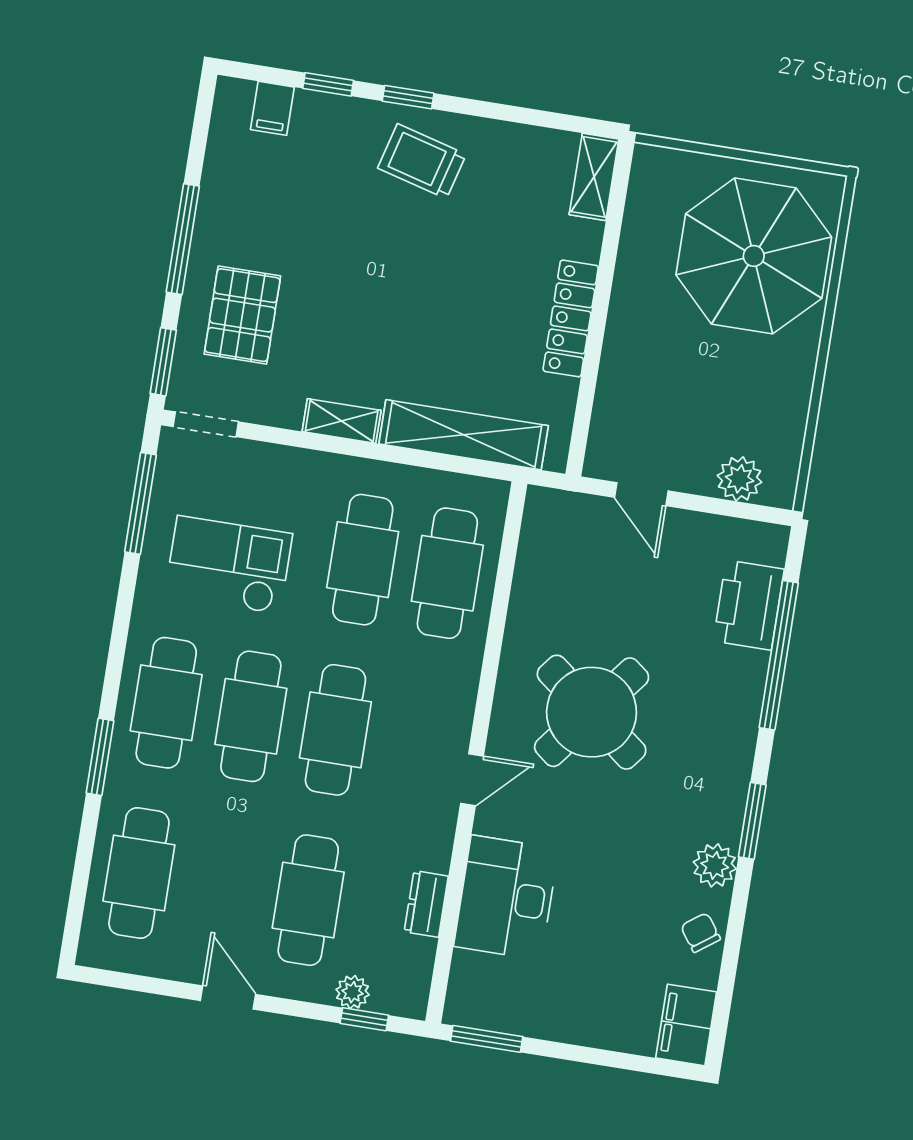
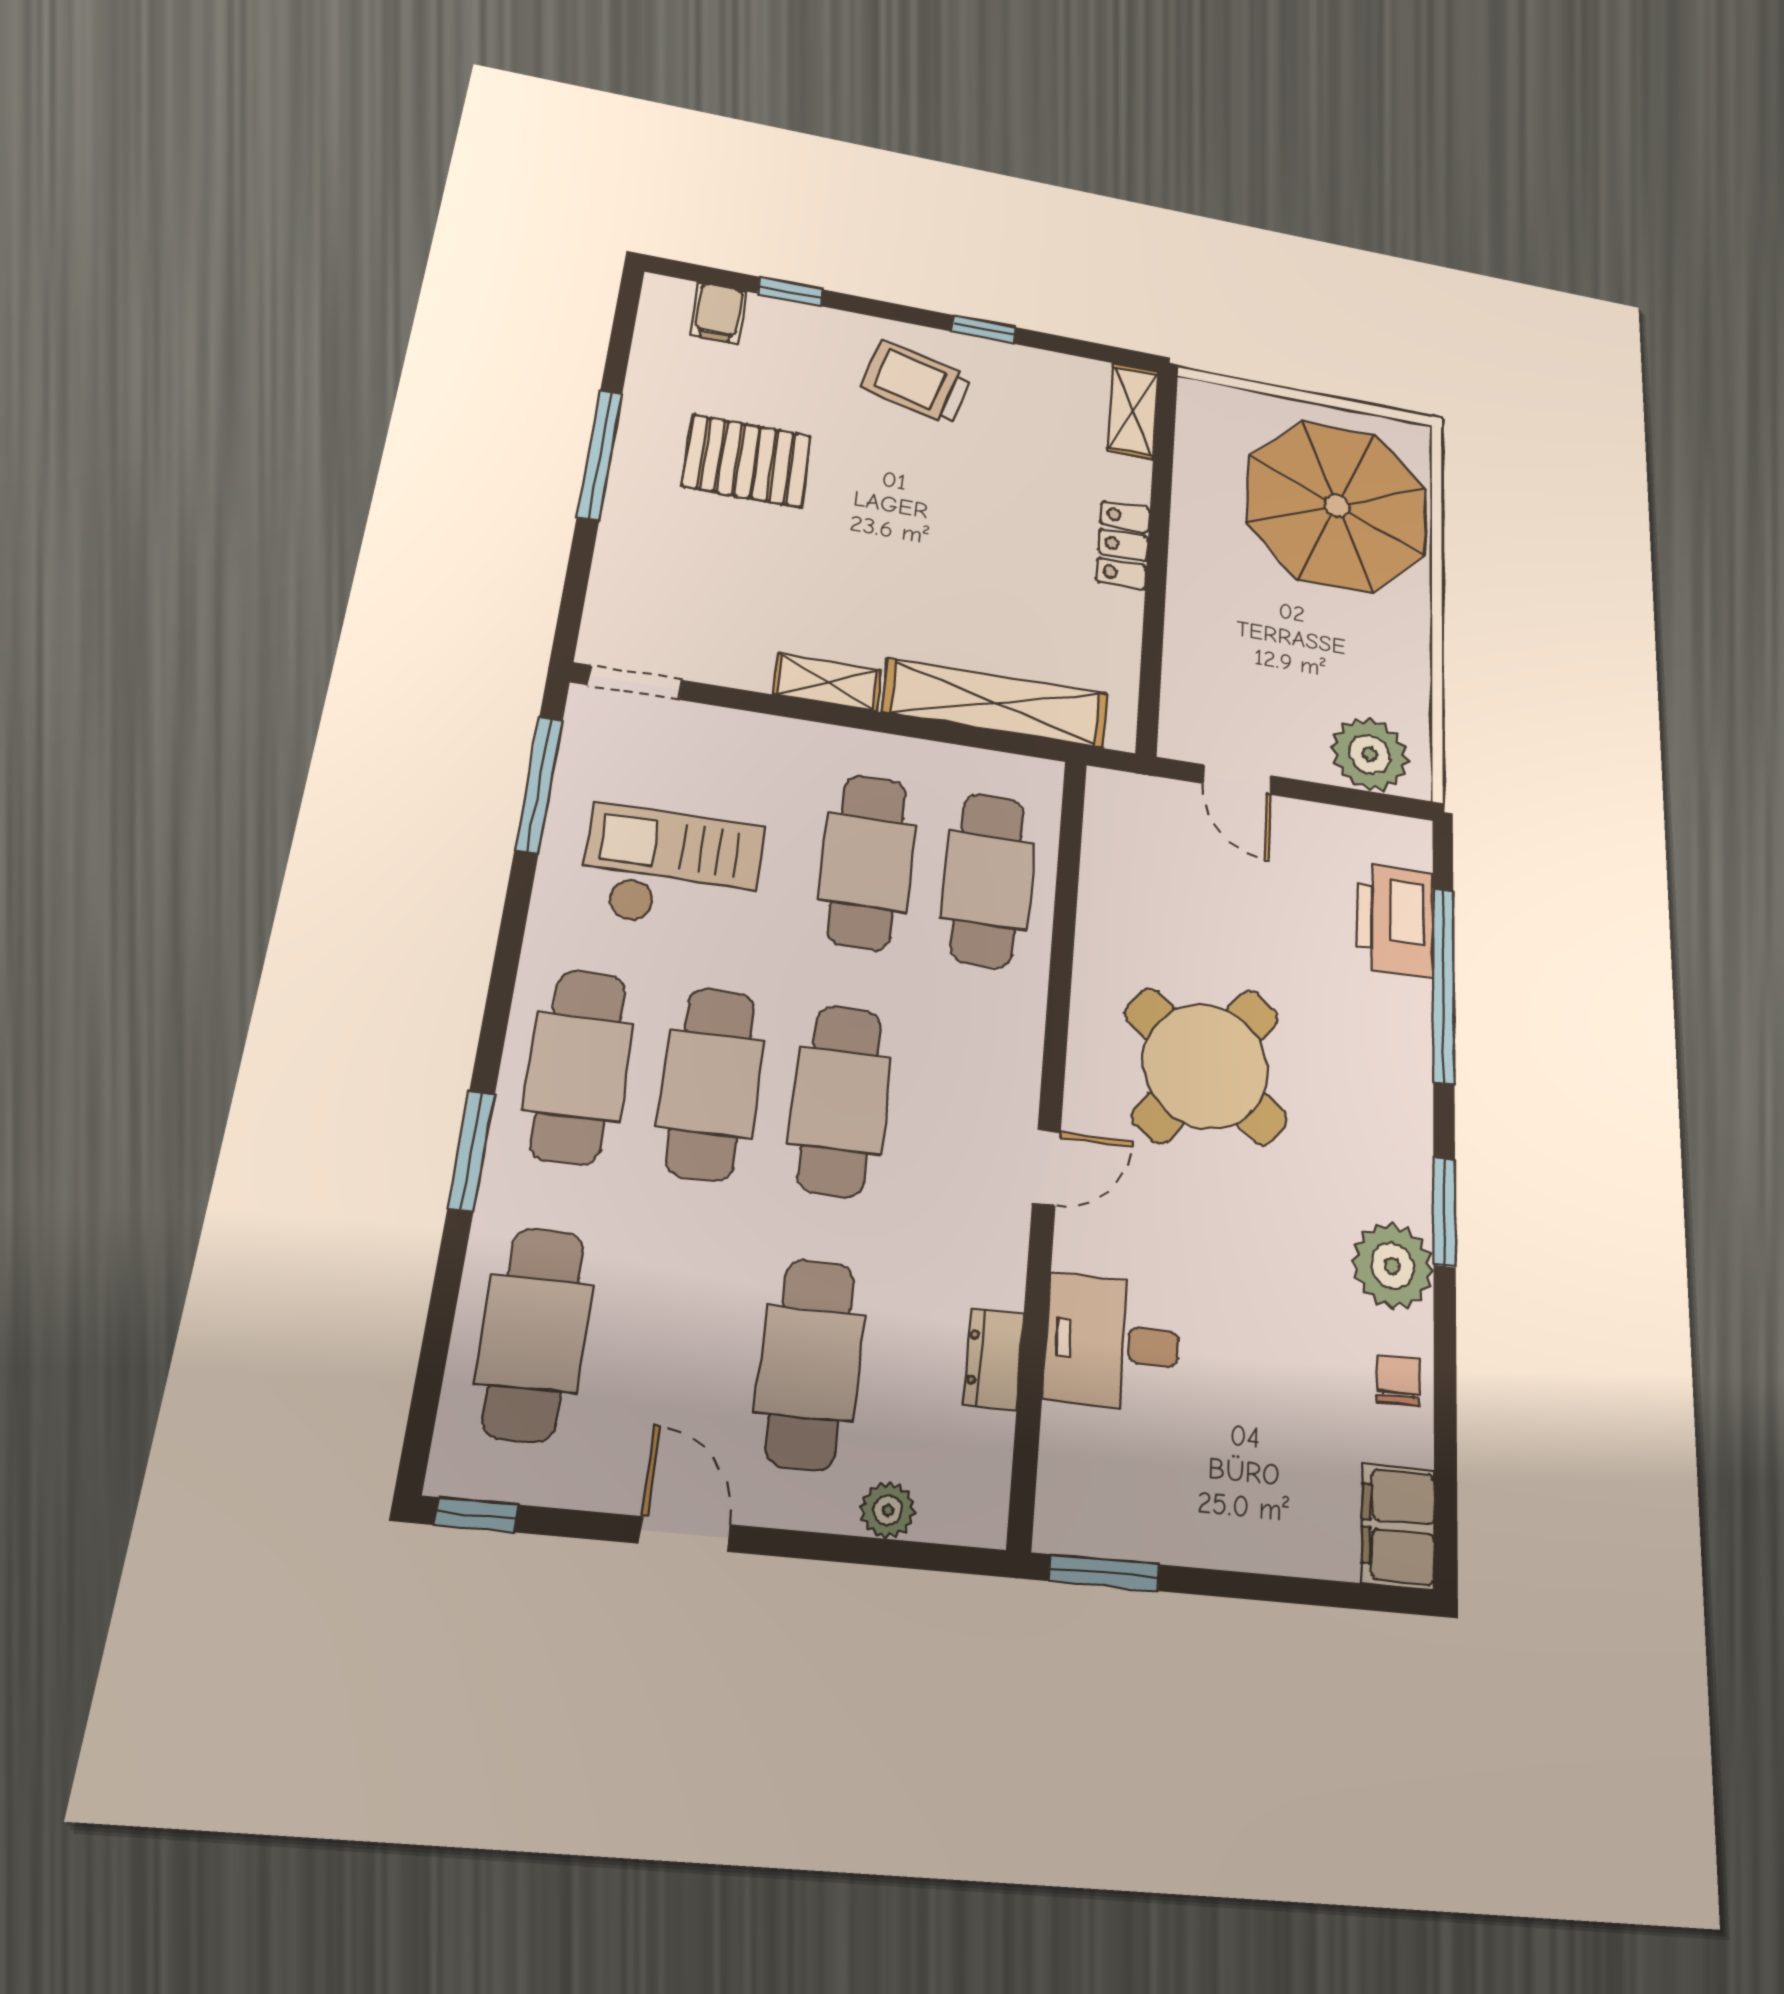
window: (408, 97) -> (984, 329), moved
pallet: (242, 315) -> (747, 461), moved, turned 90
locker: (571, 318) -> (1123, 545), width x0.66
window: (163, 362) -> (573, 602), removed
plant: (740, 479) -> (1370, 754), width x1.36, depth x1.36
plant: (715, 865) -> (1392, 1266), width x1.36, depth x1.36
desk: (506, 898) -> (1113, 1343), width x0.73
chair: (700, 933) -> (1398, 1380), turned 36
window: (364, 1019) -> (476, 1515), moved

